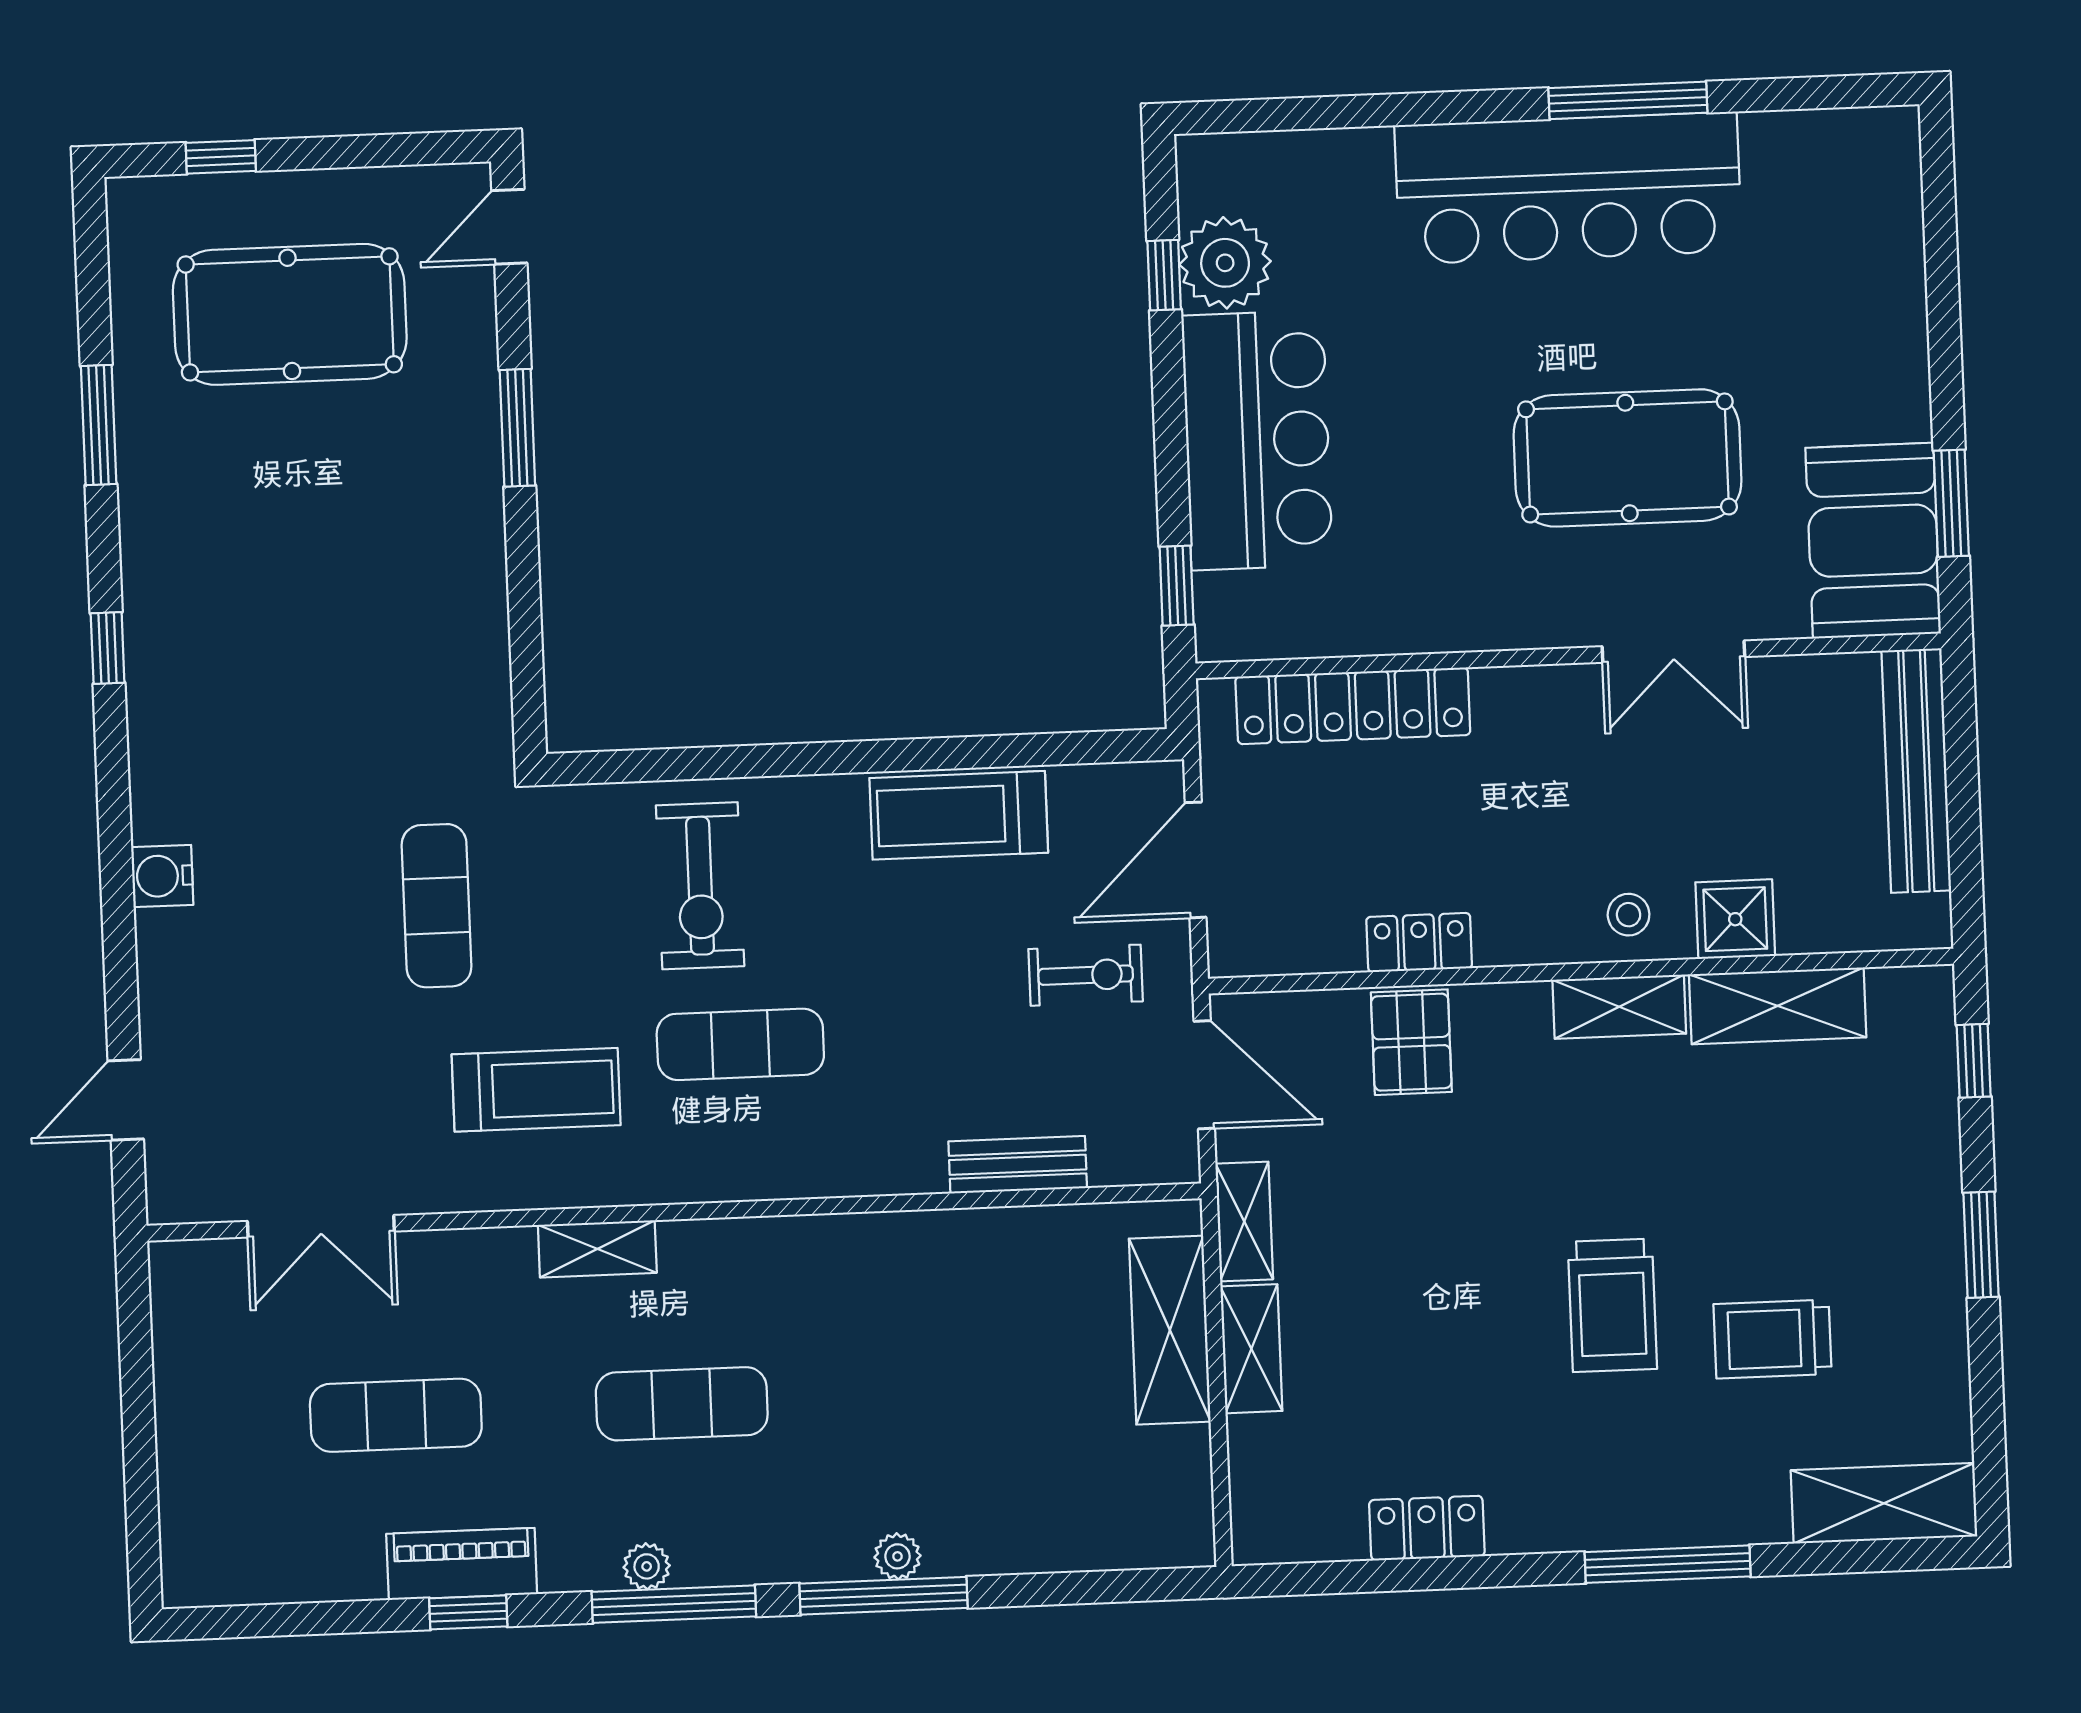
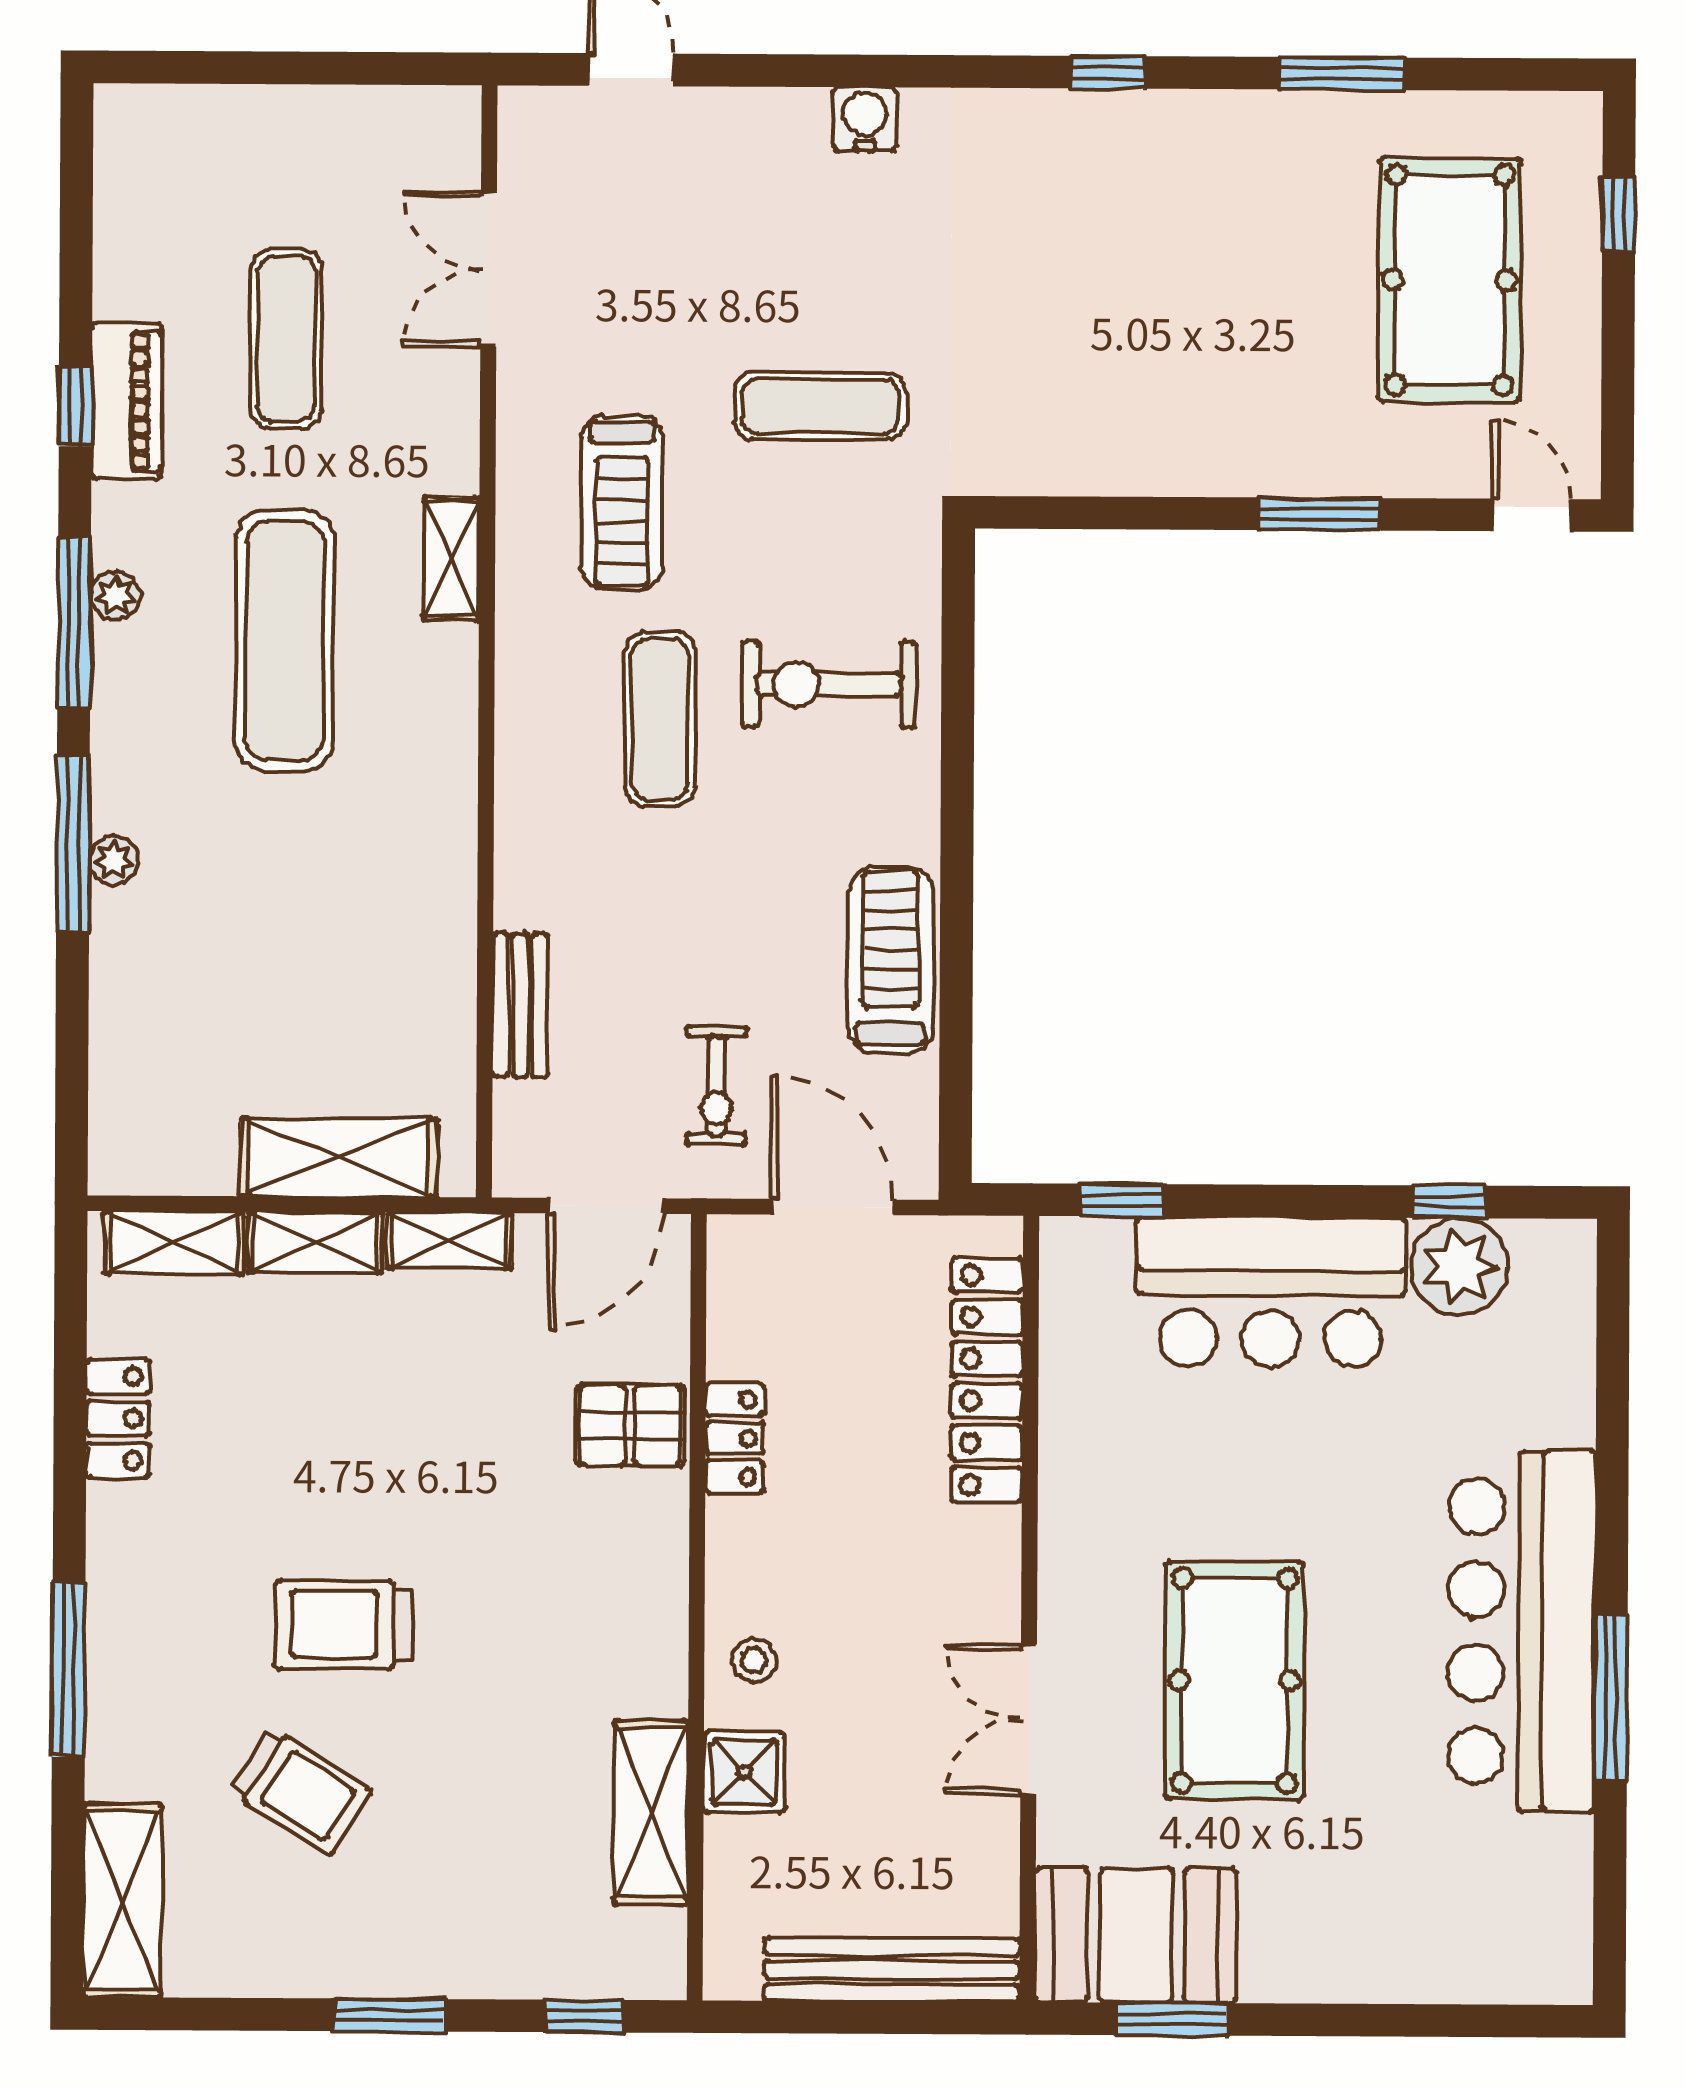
shelving: (1619, 1007) -> (174, 1243), moved, turned 90
trolley: (1773, 1339) -> (301, 1791), turned 122
exercise mat: (682, 1404) -> (285, 640), width x1.36, depth x1.45

